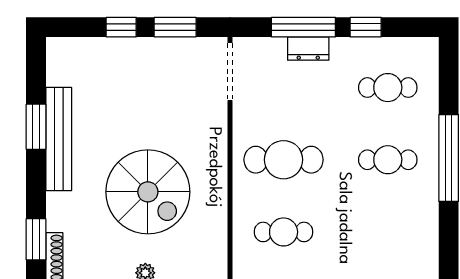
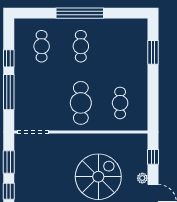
dresser: (308, 49) -> (20, 89), removed

